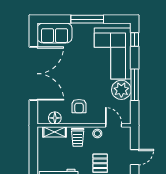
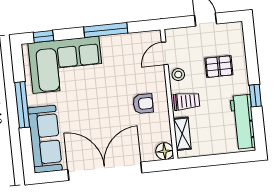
sofa: (55, 33) -> (45, 139), width x1.36
plant: (121, 90) -> (115, 48), removed
floor lamp: (55, 118) -> (165, 151), moved

